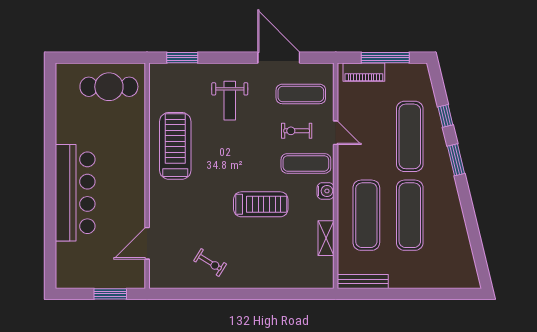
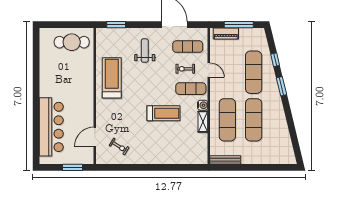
weight bench: (230, 101) -> (145, 51), turned 180
bar counter: (75, 193) -> (51, 127), moved
shelving: (326, 238) -> (203, 122), moved
exercise bike: (210, 262) -> (119, 146), moved

